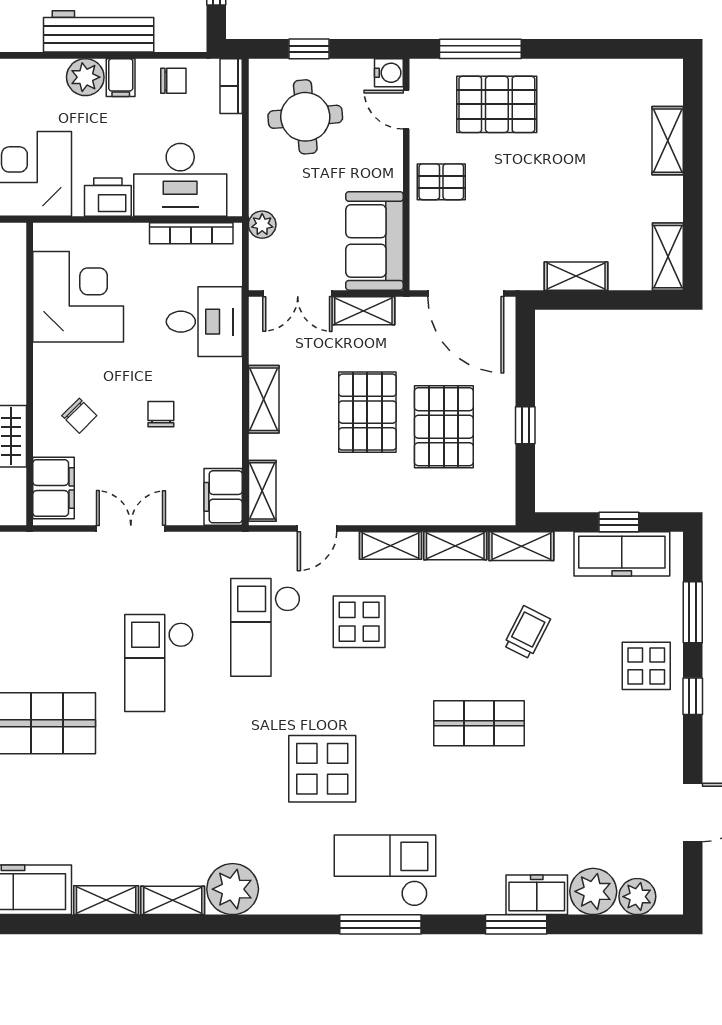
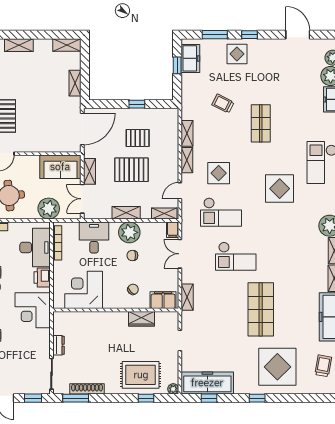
pallet: (441, 182) -> (36, 139), removed
plant: (262, 225) -> (49, 209), width x1.88, depth x1.88
double door: (298, 294) -> (82, 199), swing flipped
plant: (217, 407) -> (129, 232), added
pallet: (444, 427) -> (138, 138), width x0.67, depth x0.71
filing cabinet: (223, 497) -> (173, 230), width x0.50
double door: (131, 528) -> (180, 254), moved
door: (317, 528) -> (180, 191), swing flipped
shelving: (521, 546) -> (187, 297), moved
freezer: (622, 554) -> (190, 58), width x0.71

